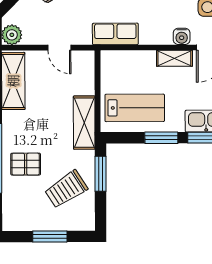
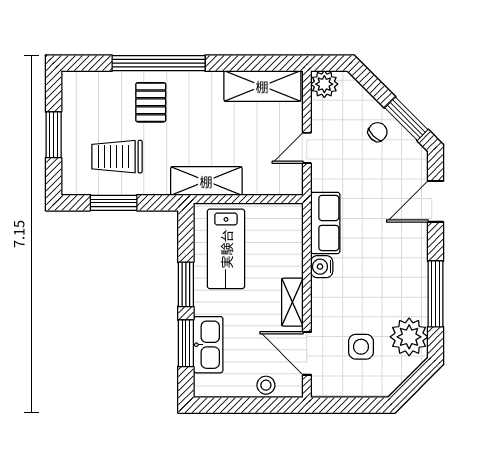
water cooler: (182, 36) -> (322, 267), moved
window: (101, 174) -> (114, 203), moved
trolley: (66, 189) -> (117, 157), turned -57

